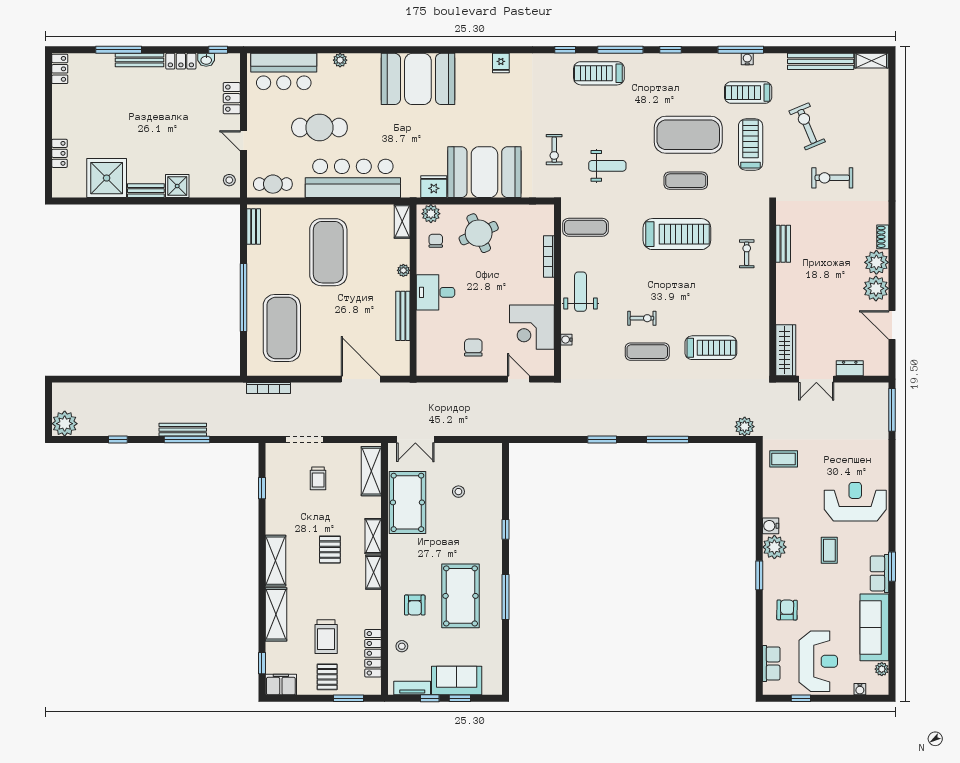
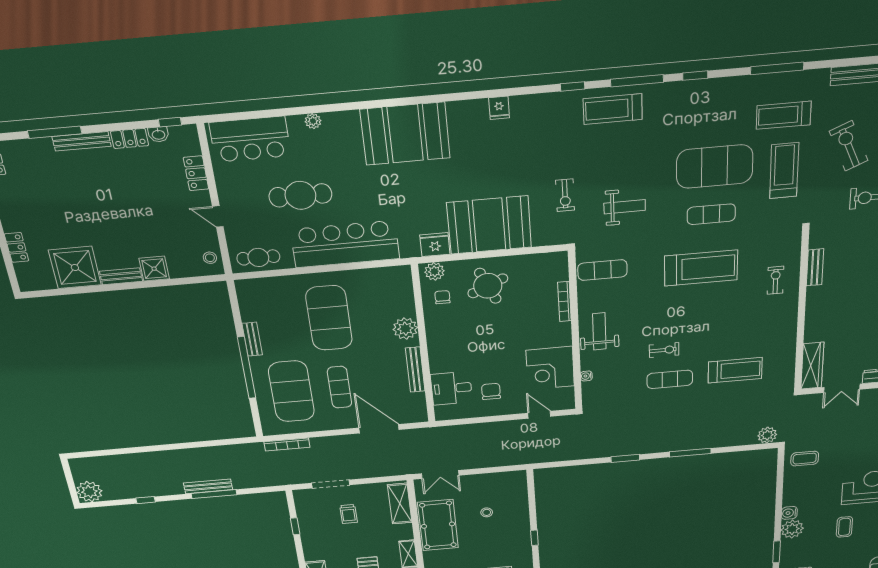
water cooler: (747, 59) -> (784, 78), removed
shelving: (402, 221) -> (404, 282), removed
bench: (254, 226) -> (252, 339), moved
plant: (403, 270) -> (405, 329), width x1.88, depth x1.88
desk: (436, 292) -> (451, 388), moved
exercise mat: (328, 328) -> (339, 387), added

